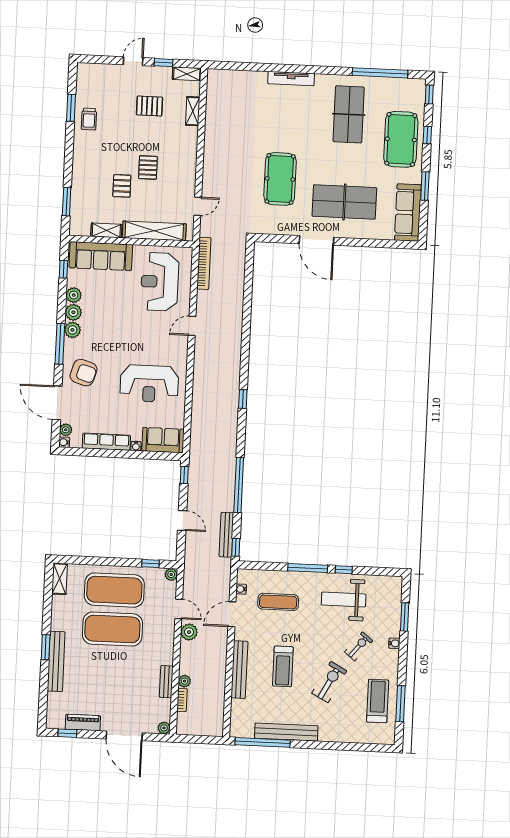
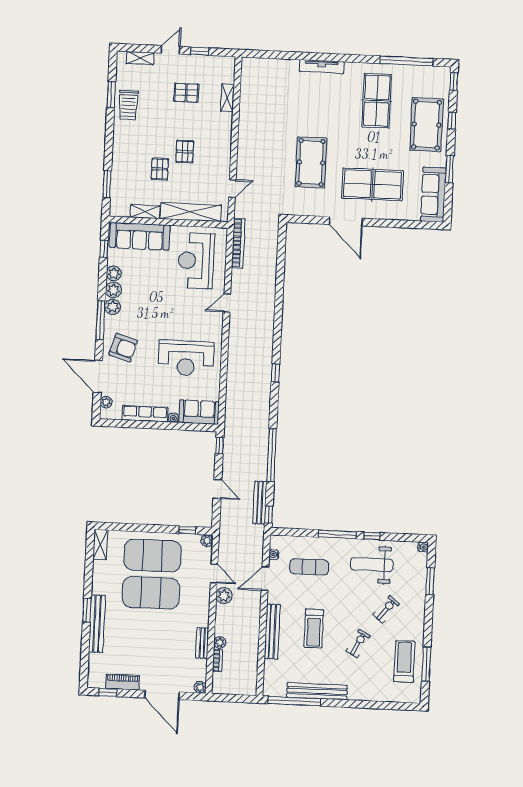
shelving: (187, 74) -> (140, 58), moved
trolley: (89, 119) -> (128, 105), width x1.36, depth x1.39
water cooler: (64, 442) -> (105, 414), removed
water cooler: (394, 643) -> (423, 547), moved
exercise bike: (329, 682) -> (358, 643), width x0.73, depth x0.72

